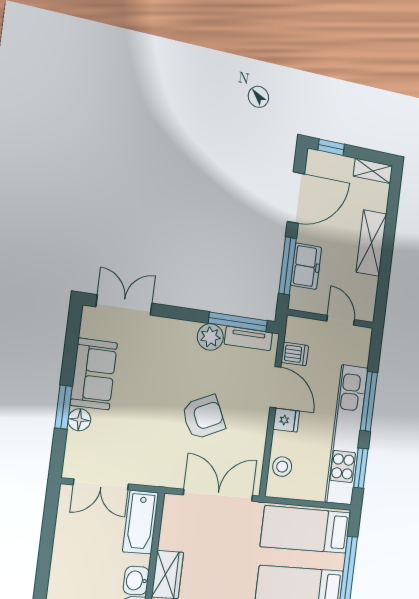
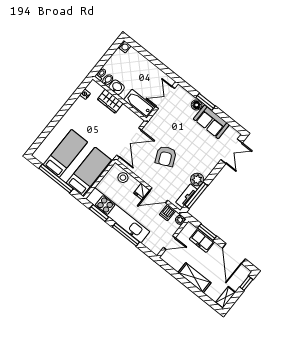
window: (287, 266) -> (207, 232), width x0.69
plant: (294, 325) -> (180, 220), added

